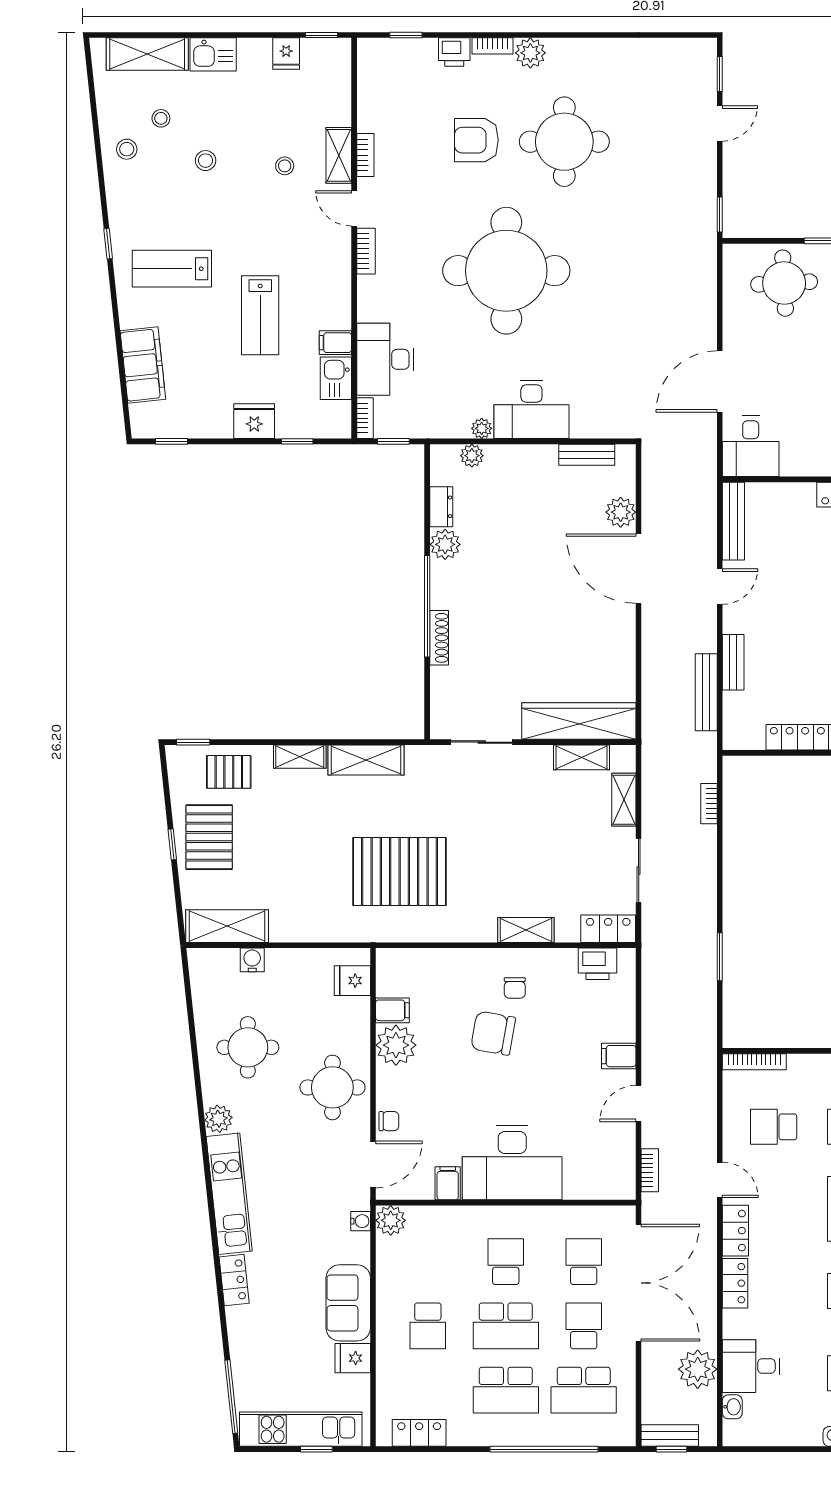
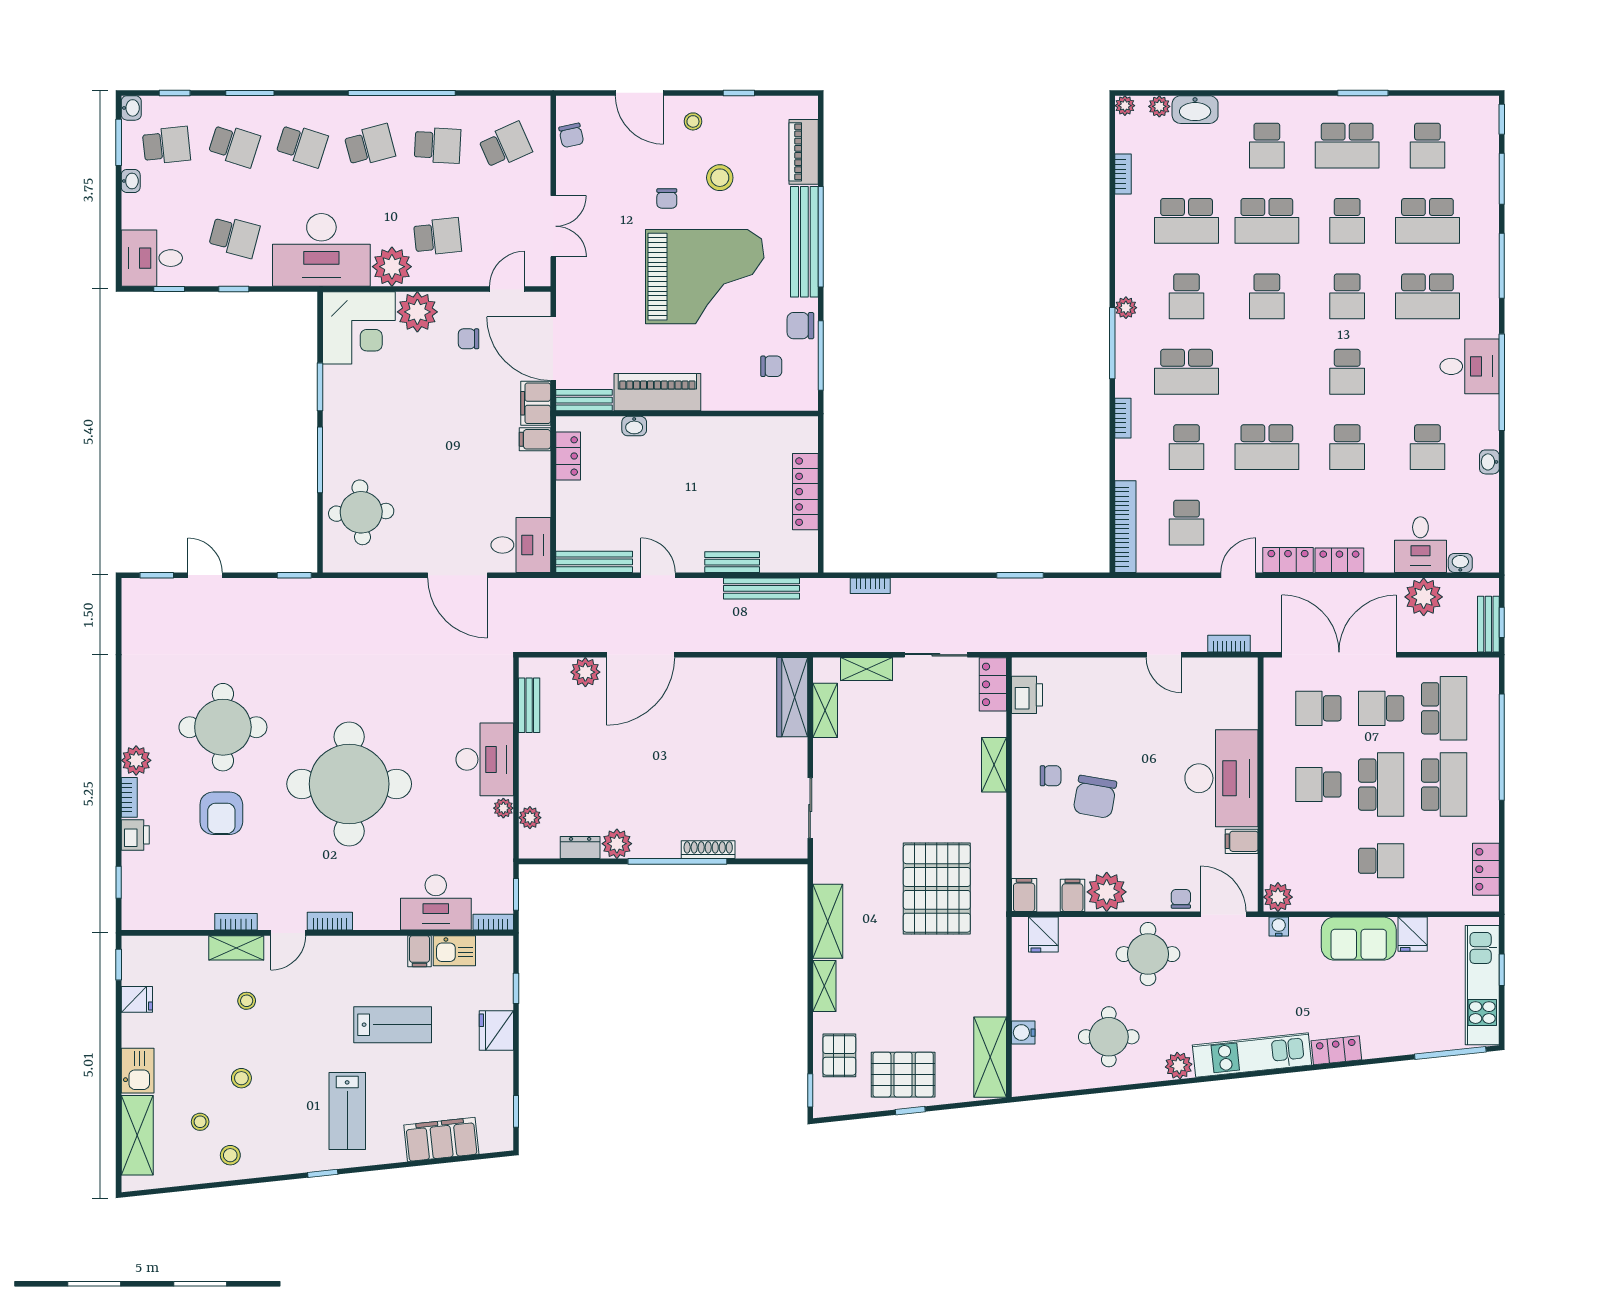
wardrobe: (579, 721) -> (792, 697), width x0.71, depth x0.85
filing cabinet: (619, 1056) -> (1024, 895), moved, turned 180
bookcase: (754, 1062) -> (1125, 527), width x1.48, depth x1.31

